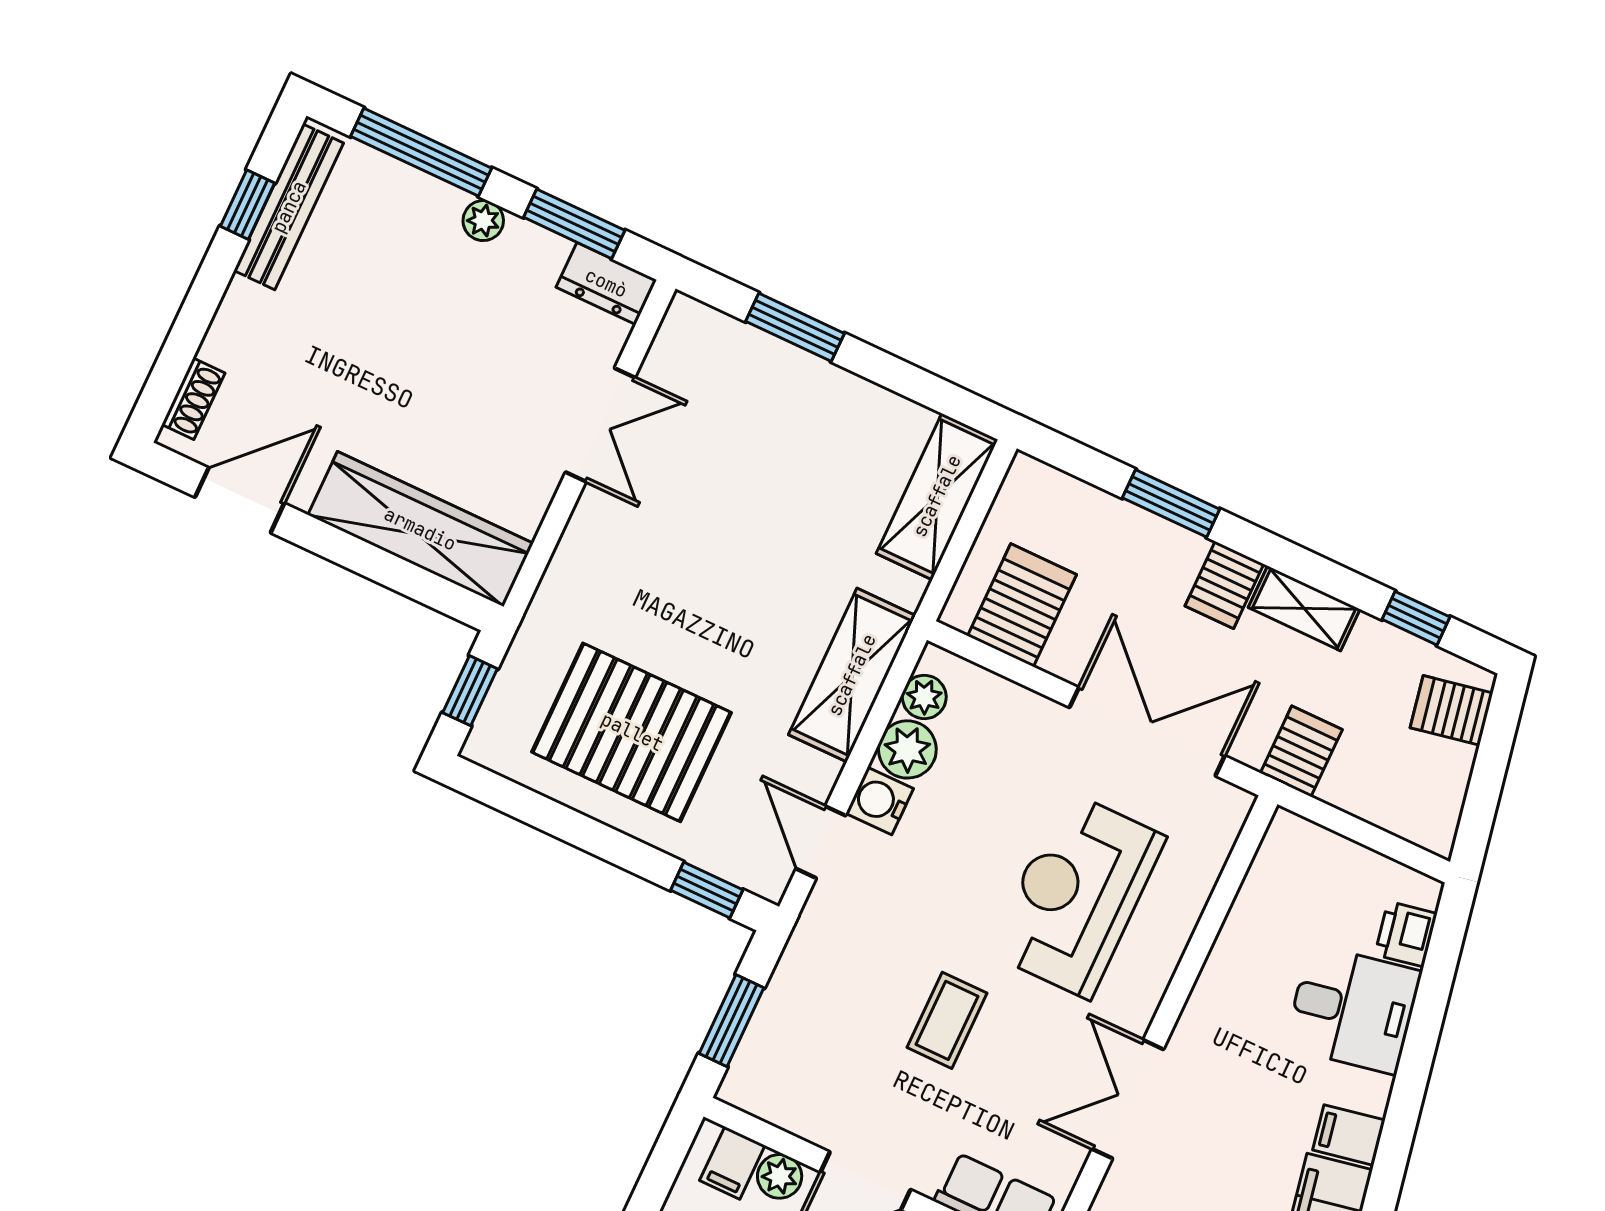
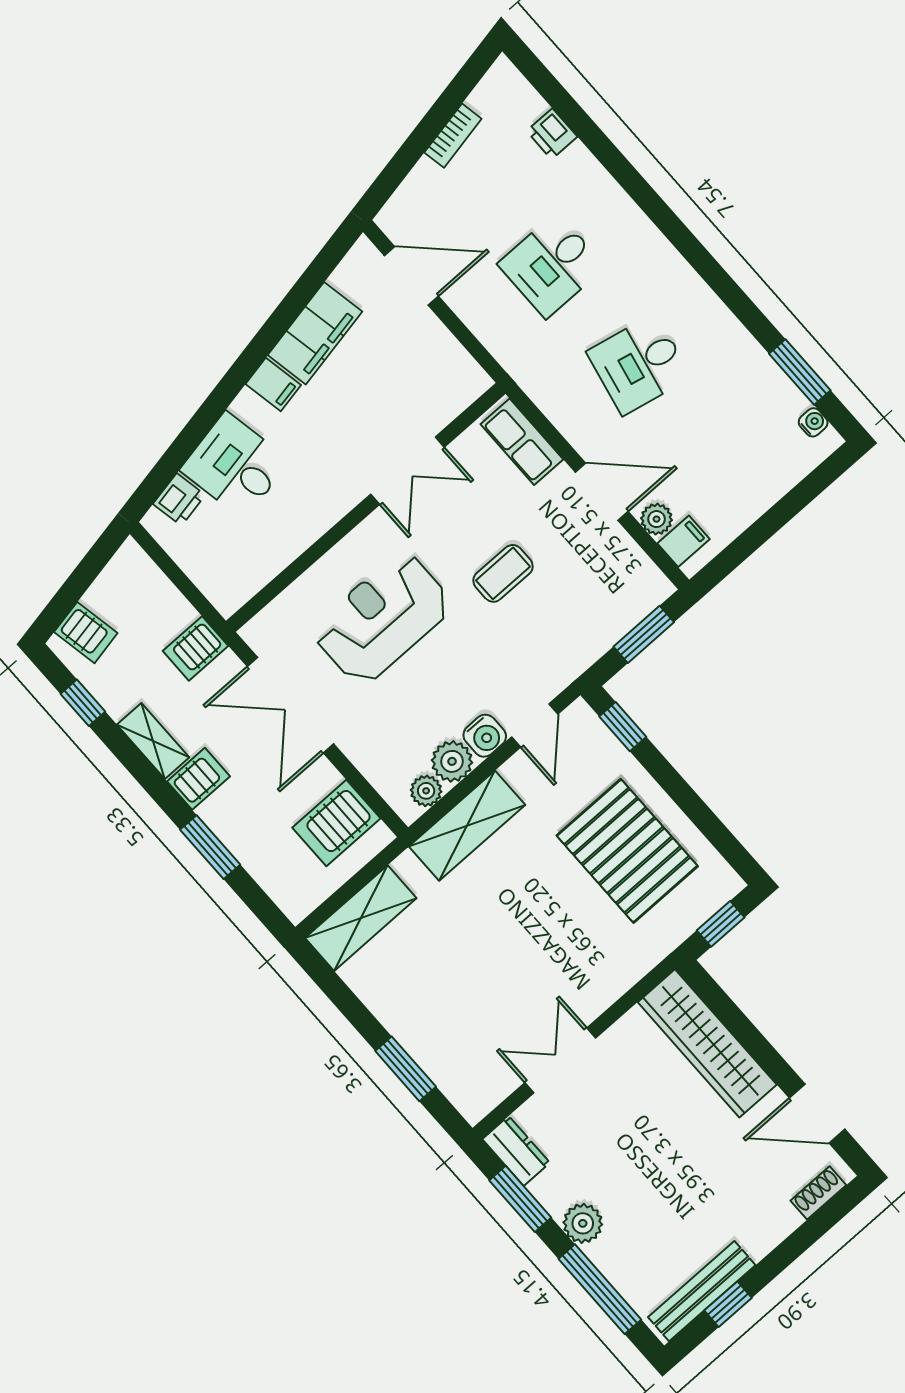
plant: (483, 221) -> (583, 1223), width x1.38, depth x1.38
reception desk: (1077, 895) -> (382, 618), turned 180

